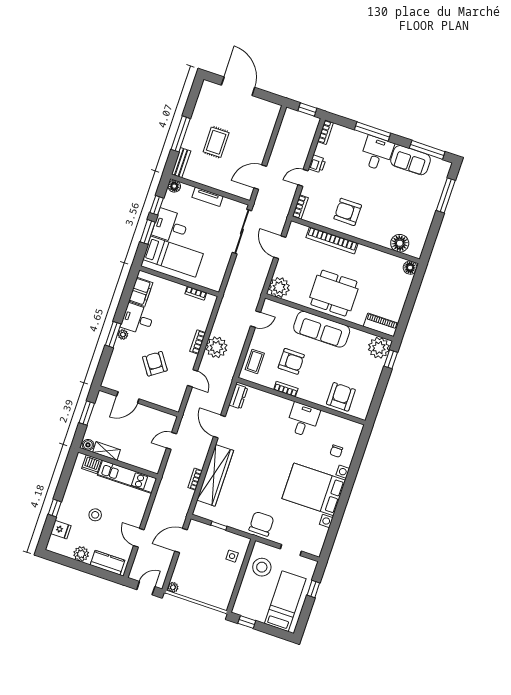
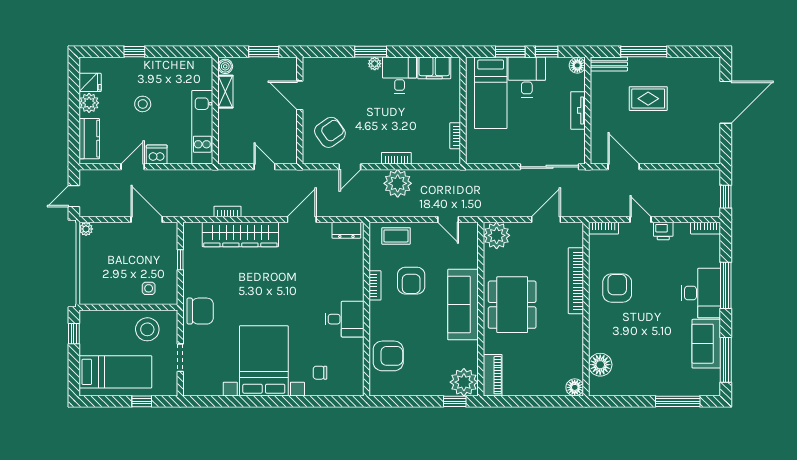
desk: (377, 153) -> (701, 293), width x1.37
armchair: (155, 364) -> (330, 132), moved
dishwasher: (92, 464) -> (157, 155), moved, turned 90
fridge: (61, 530) -> (90, 82), moved, turned -90
door: (146, 588) -> (74, 196), swing flipped

